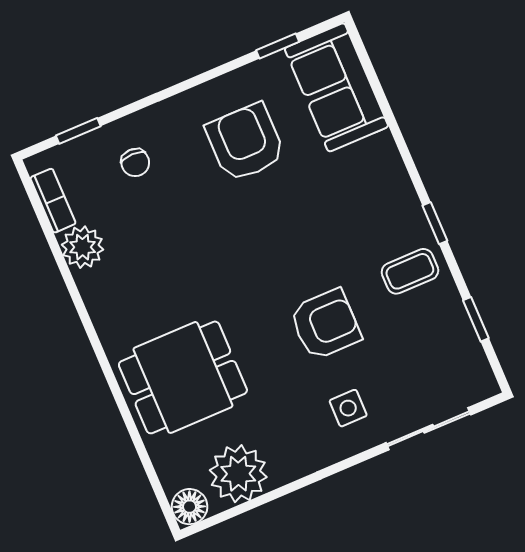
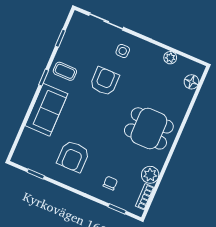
sofa: (336, 87) -> (46, 110), moved
armchair: (325, 324) -> (104, 81), turned 90
dining table: (183, 377) -> (149, 128), moved
plant: (238, 474) -> (170, 58), width x0.53, depth x0.53
floor lamp: (190, 507) -> (192, 82), moved

